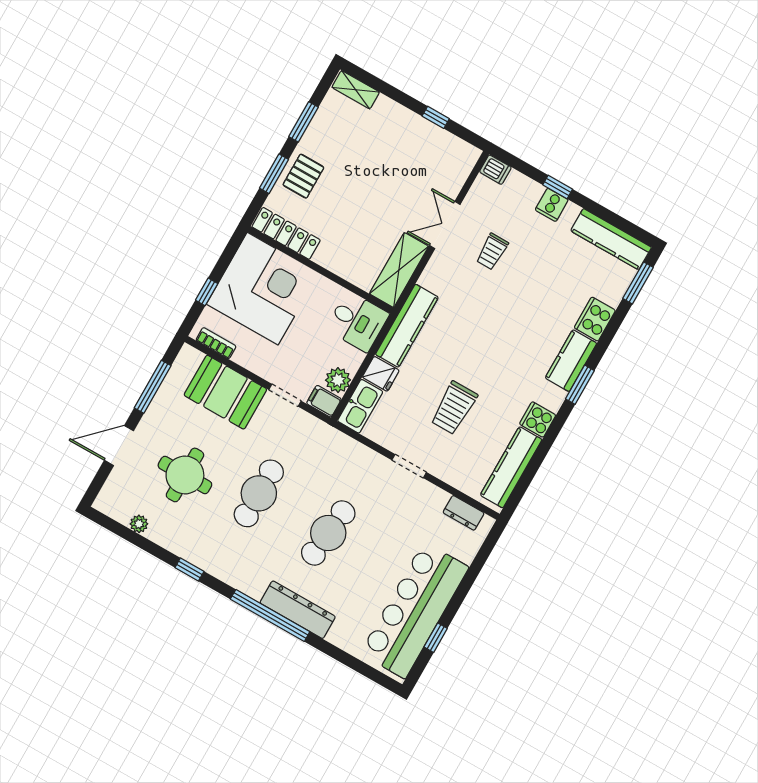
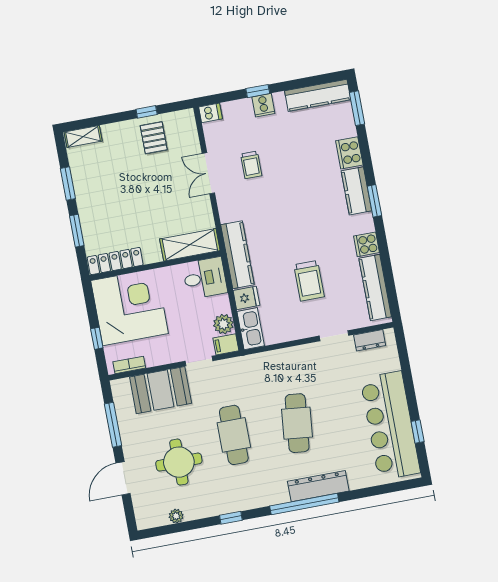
pallet: (303, 176) -> (154, 138), moved
shelving: (399, 270) -> (190, 245), moved, turned 90
doorway: (409, 466) -> (334, 336), moved

